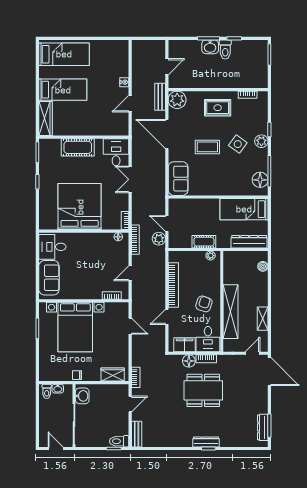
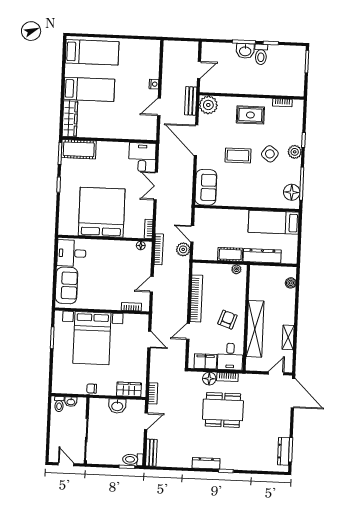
cot: (78, 147) -> (79, 149), moved
dresser: (249, 242) -> (262, 256), moved
washbasin: (82, 396) -> (117, 406), moved, turned 90
dresser: (206, 442) -> (206, 463), moved

